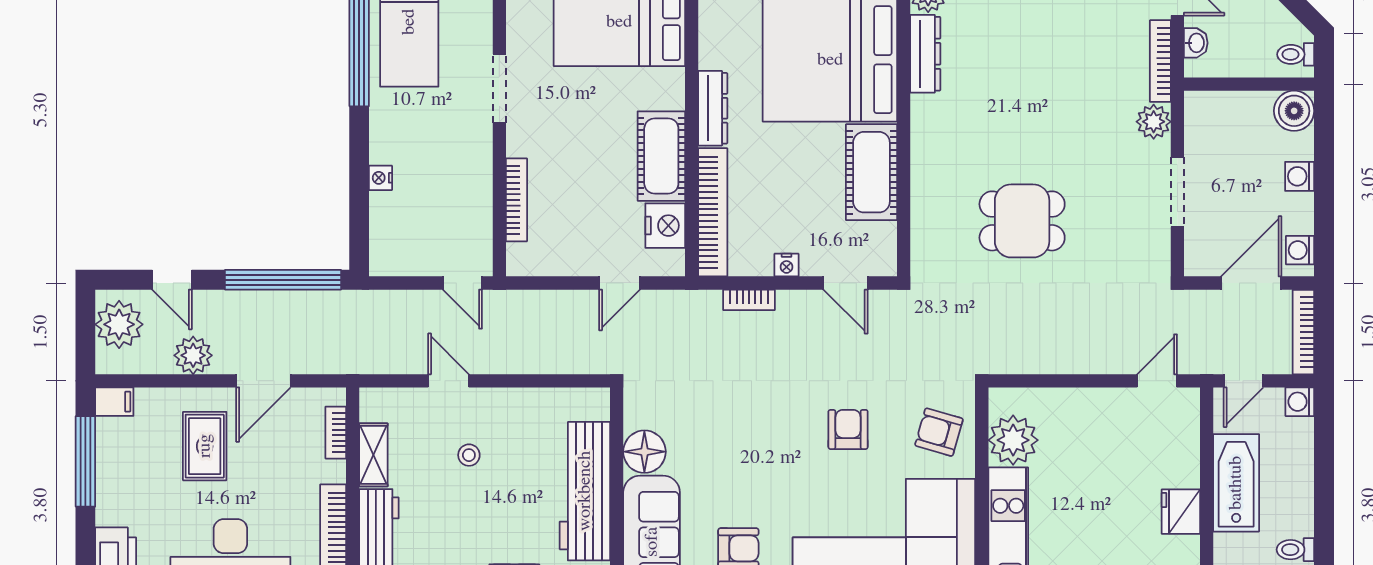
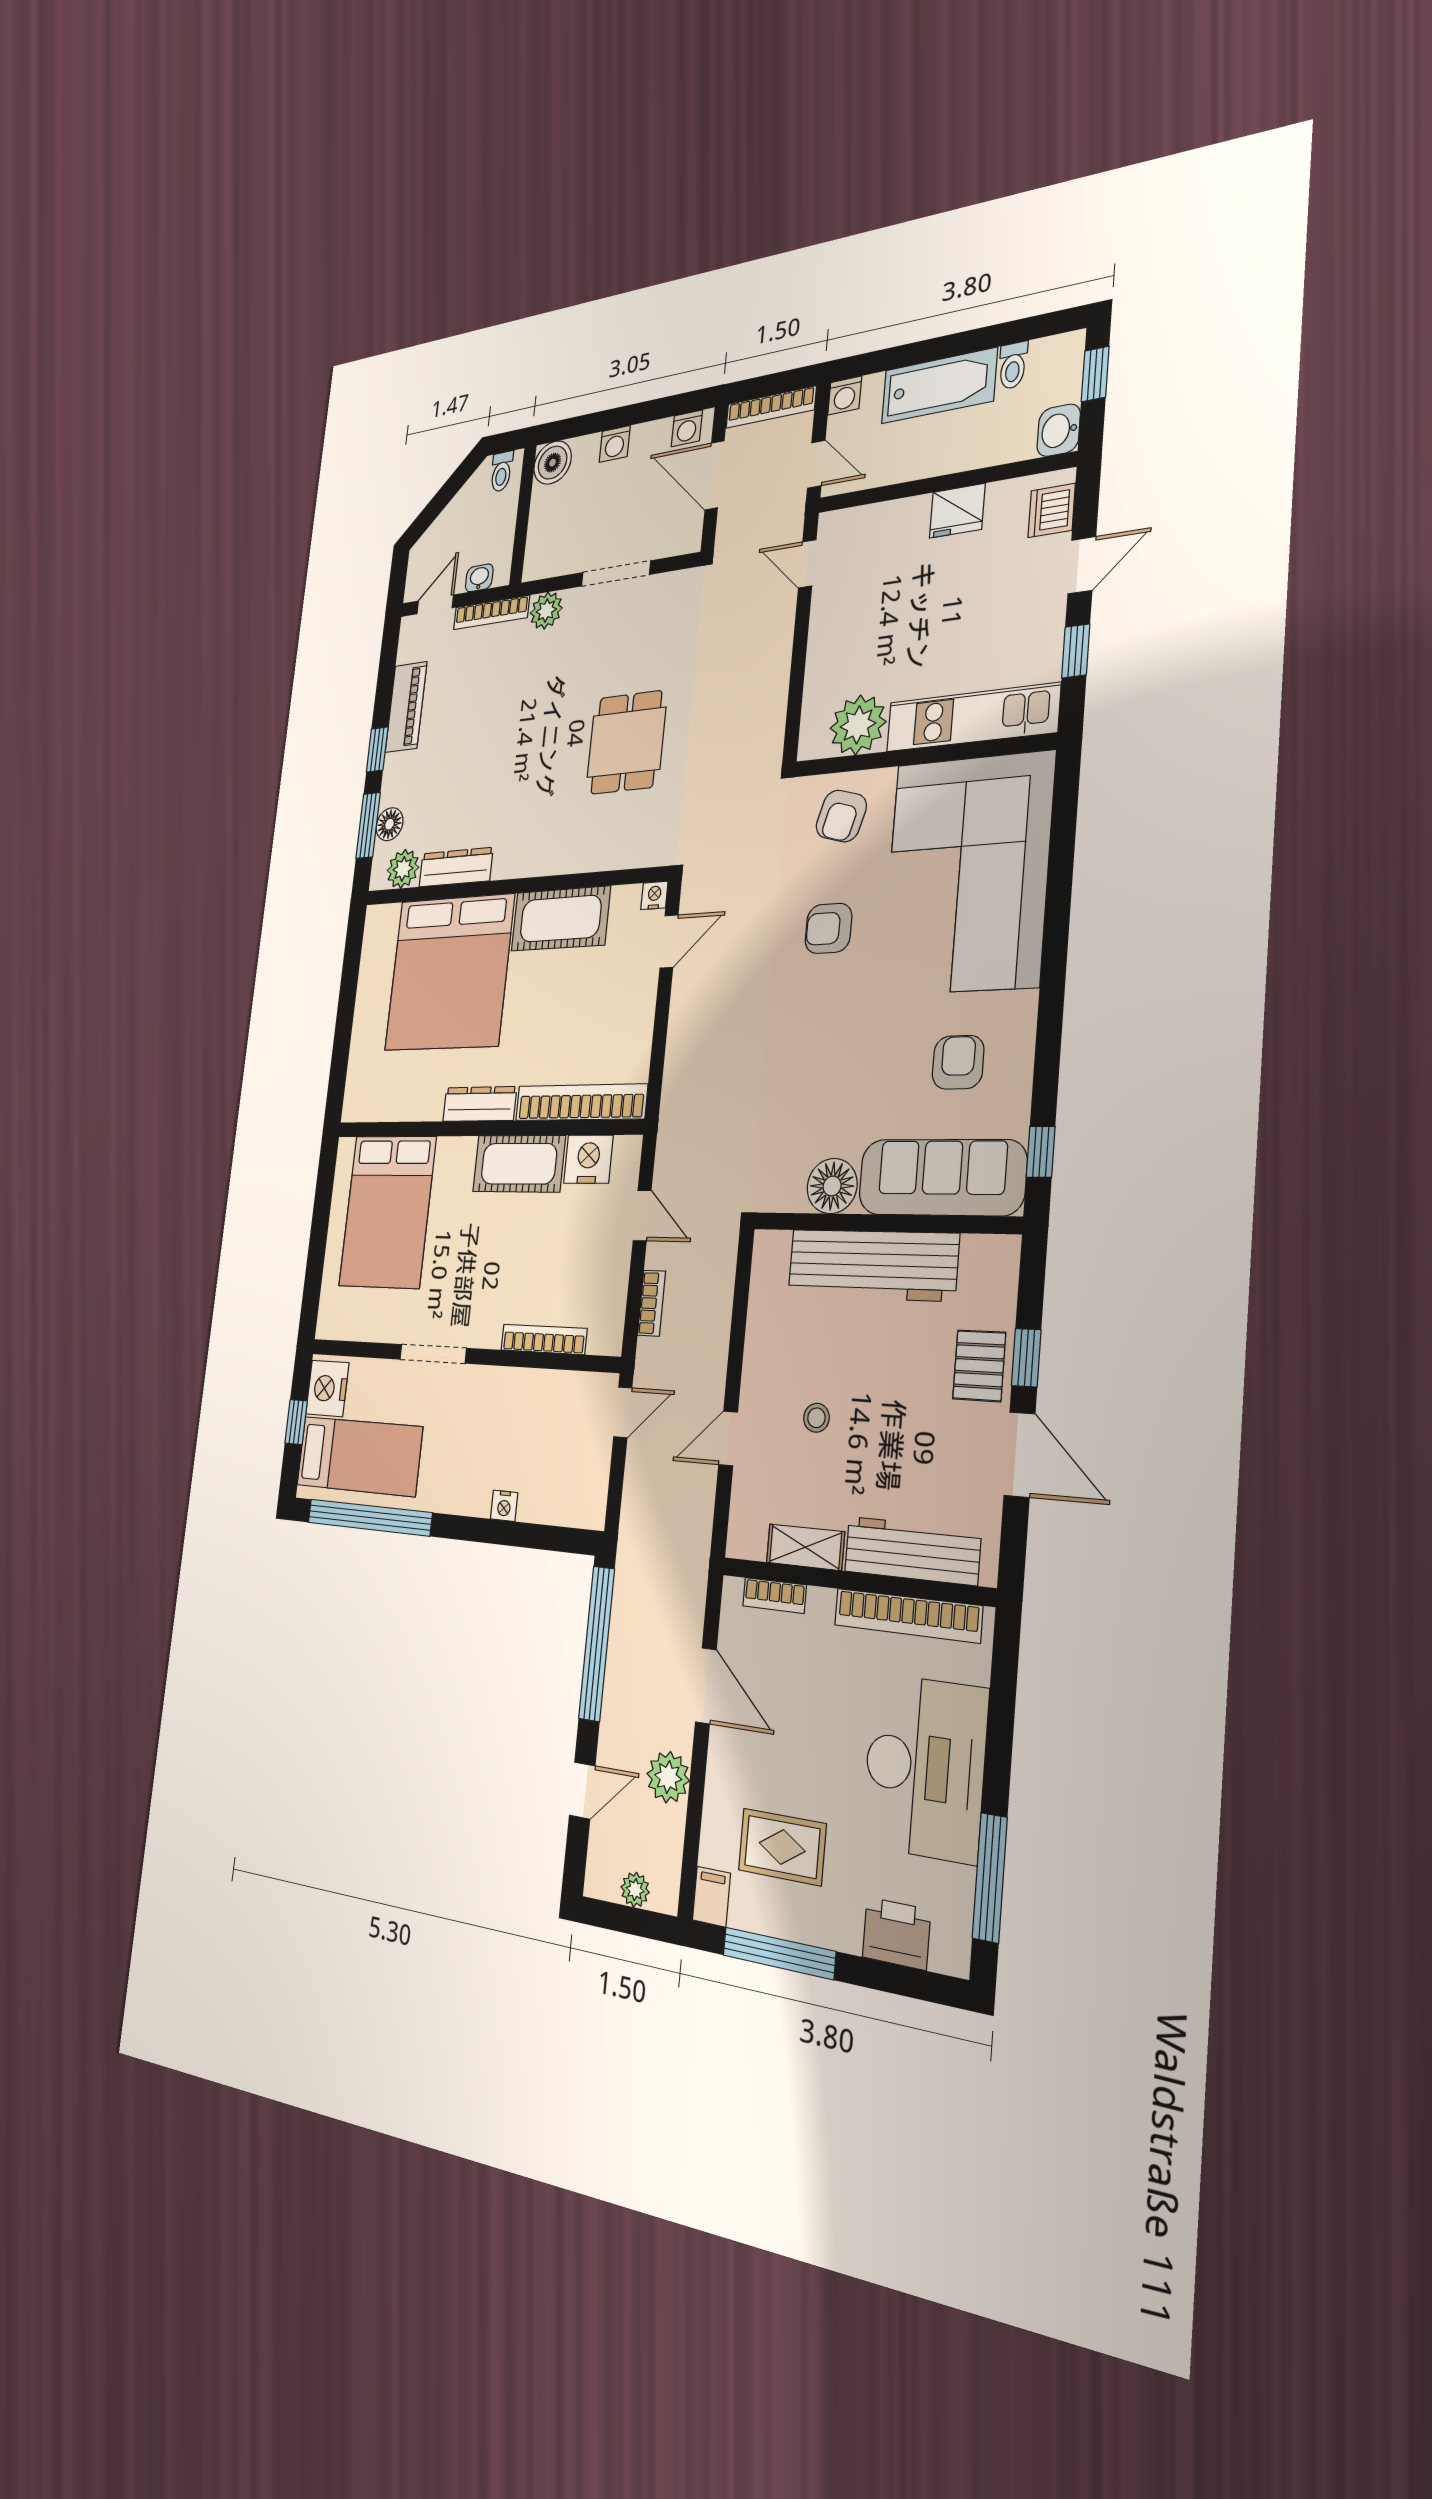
nightstand: (787, 265) -> (654, 895), moved, turned -90
bookcase: (749, 300) -> (651, 1303), moved
plant: (119, 324) -> (635, 1890), width x0.53, depth x0.53
rug: (205, 446) -> (782, 1847), moved
bathtub: (1236, 483) -> (939, 386), moved, turned 180

